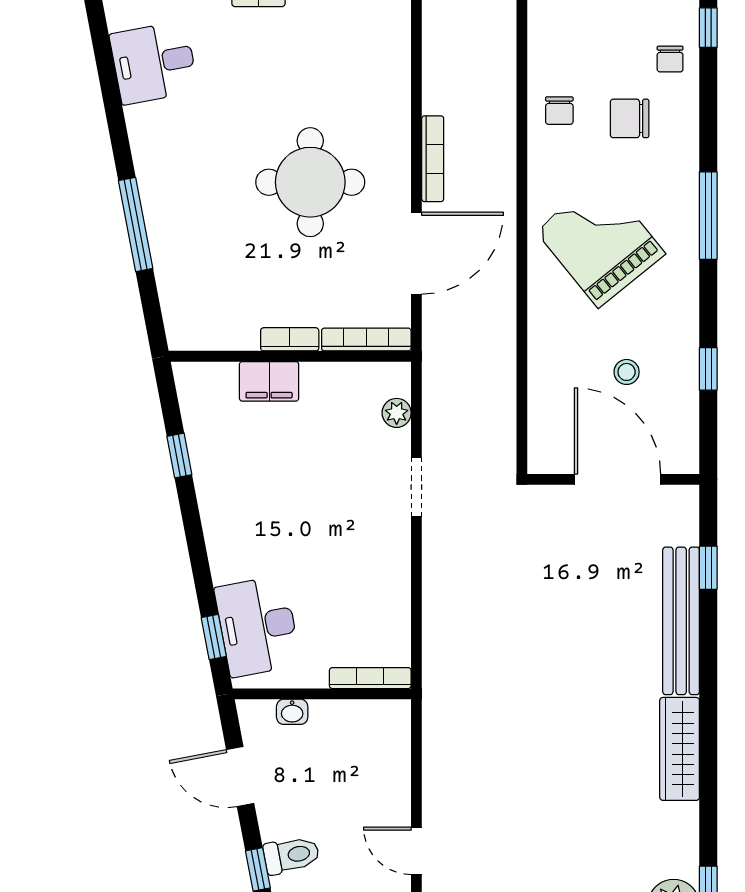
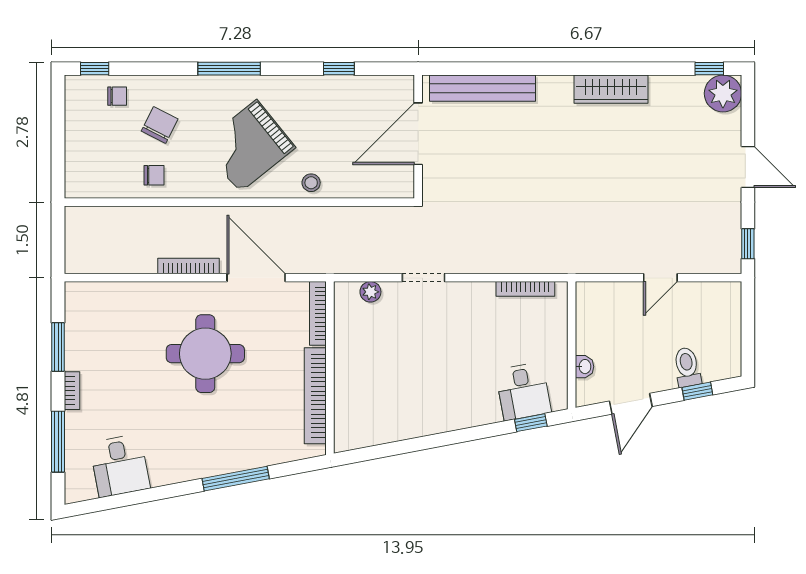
chair: (630, 118) -> (160, 125), turned -153
bookcase: (290, 339) -> (315, 396), width x2.31, depth x1.31
stool: (627, 372) -> (311, 183), moved
filing cabinet: (269, 381) -> (348, 383), removed
window: (179, 455) -> (401, 447), removed
window: (708, 568) -> (481, 69), removed
bench: (681, 621) -> (483, 88), moved
desk: (258, 626) -> (523, 391), width x0.73
bookcase: (370, 678) -> (525, 289), moved, turned -90
door: (416, 851) -> (660, 278), moved

